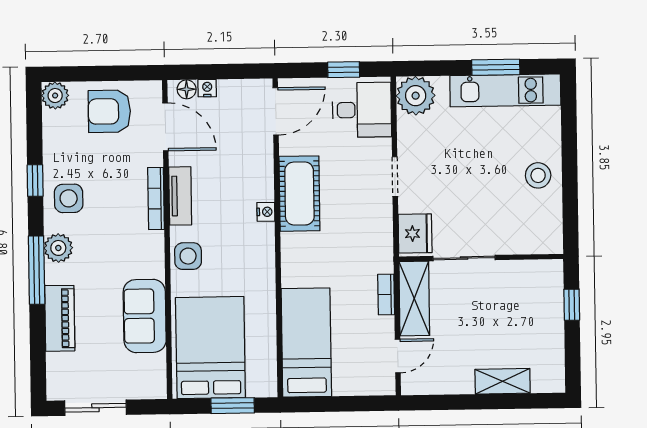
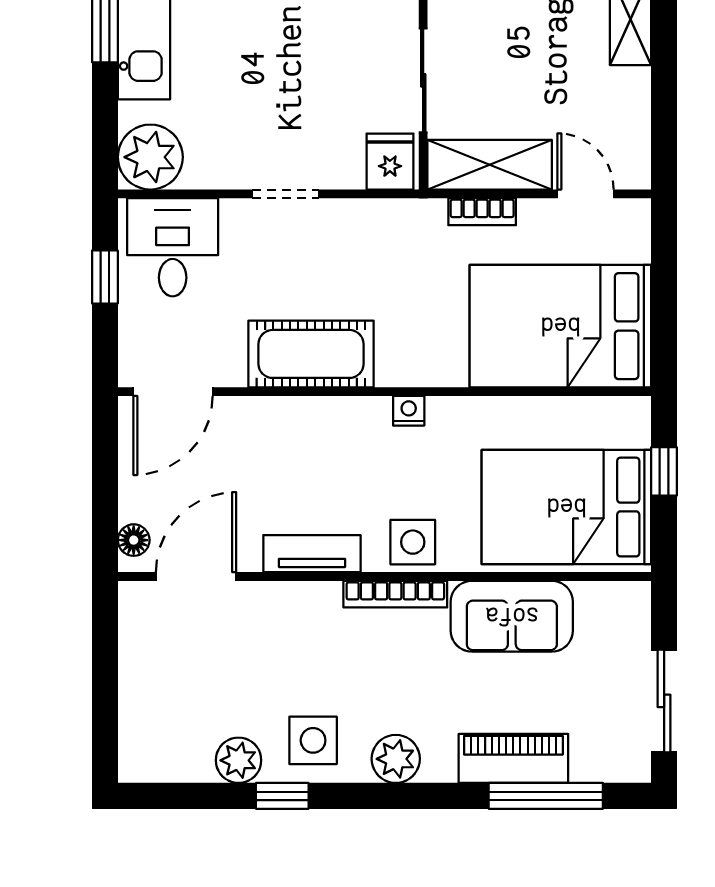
nightstand: (207, 88) -> (132, 506), removed
plant: (55, 96) -> (239, 760), moved
armchair: (109, 111) -> (169, 670), removed
door: (276, 111) -> (173, 392), swing flipped
bookcase: (156, 198) -> (395, 594), moved
nightstand: (266, 212) -> (409, 411), moved
fridge: (415, 234) -> (390, 162), width x0.72
window: (37, 270) -> (546, 796), moved
bed: (306, 342) -> (560, 326), width x1.50
window: (233, 406) -> (664, 471), width x0.67

